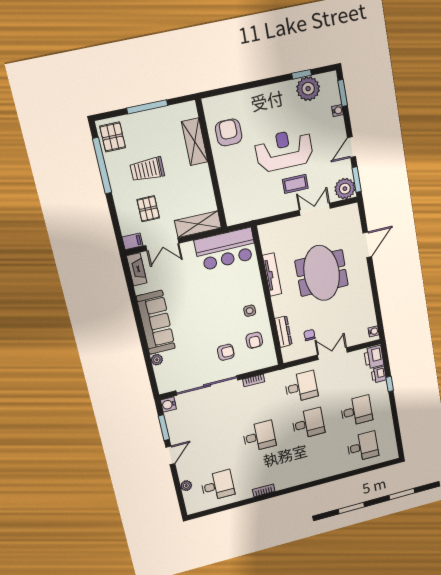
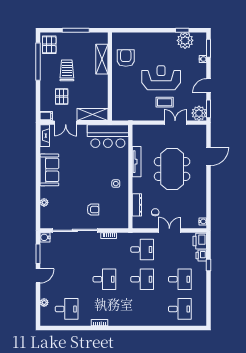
trolley: (147, 169) -> (67, 70), turned 90
sofa: (156, 322) -> (49, 170), width x0.73
armchair: (254, 340) -> (115, 206), removed

